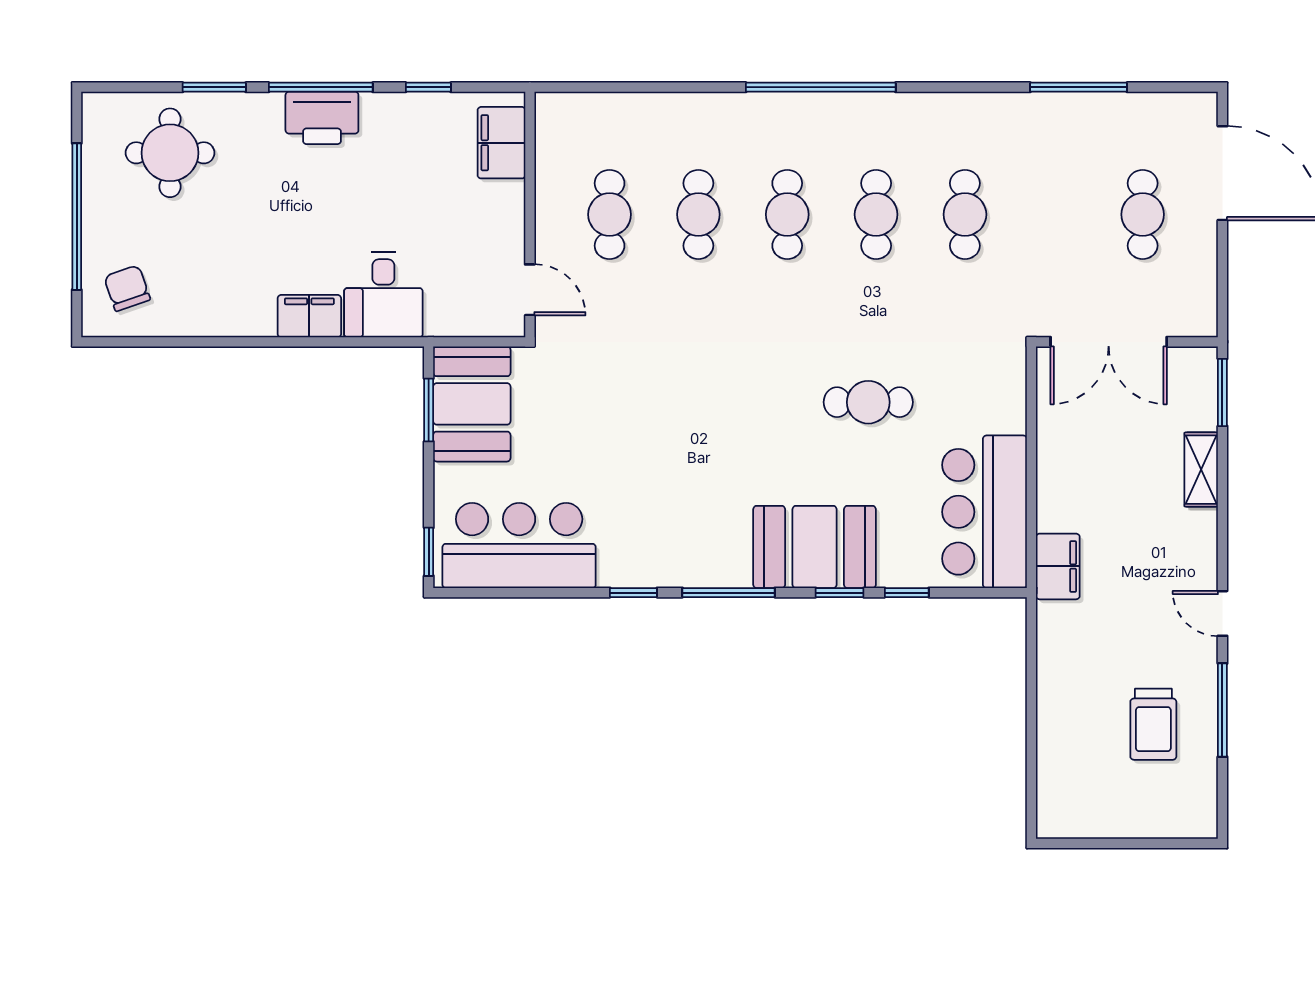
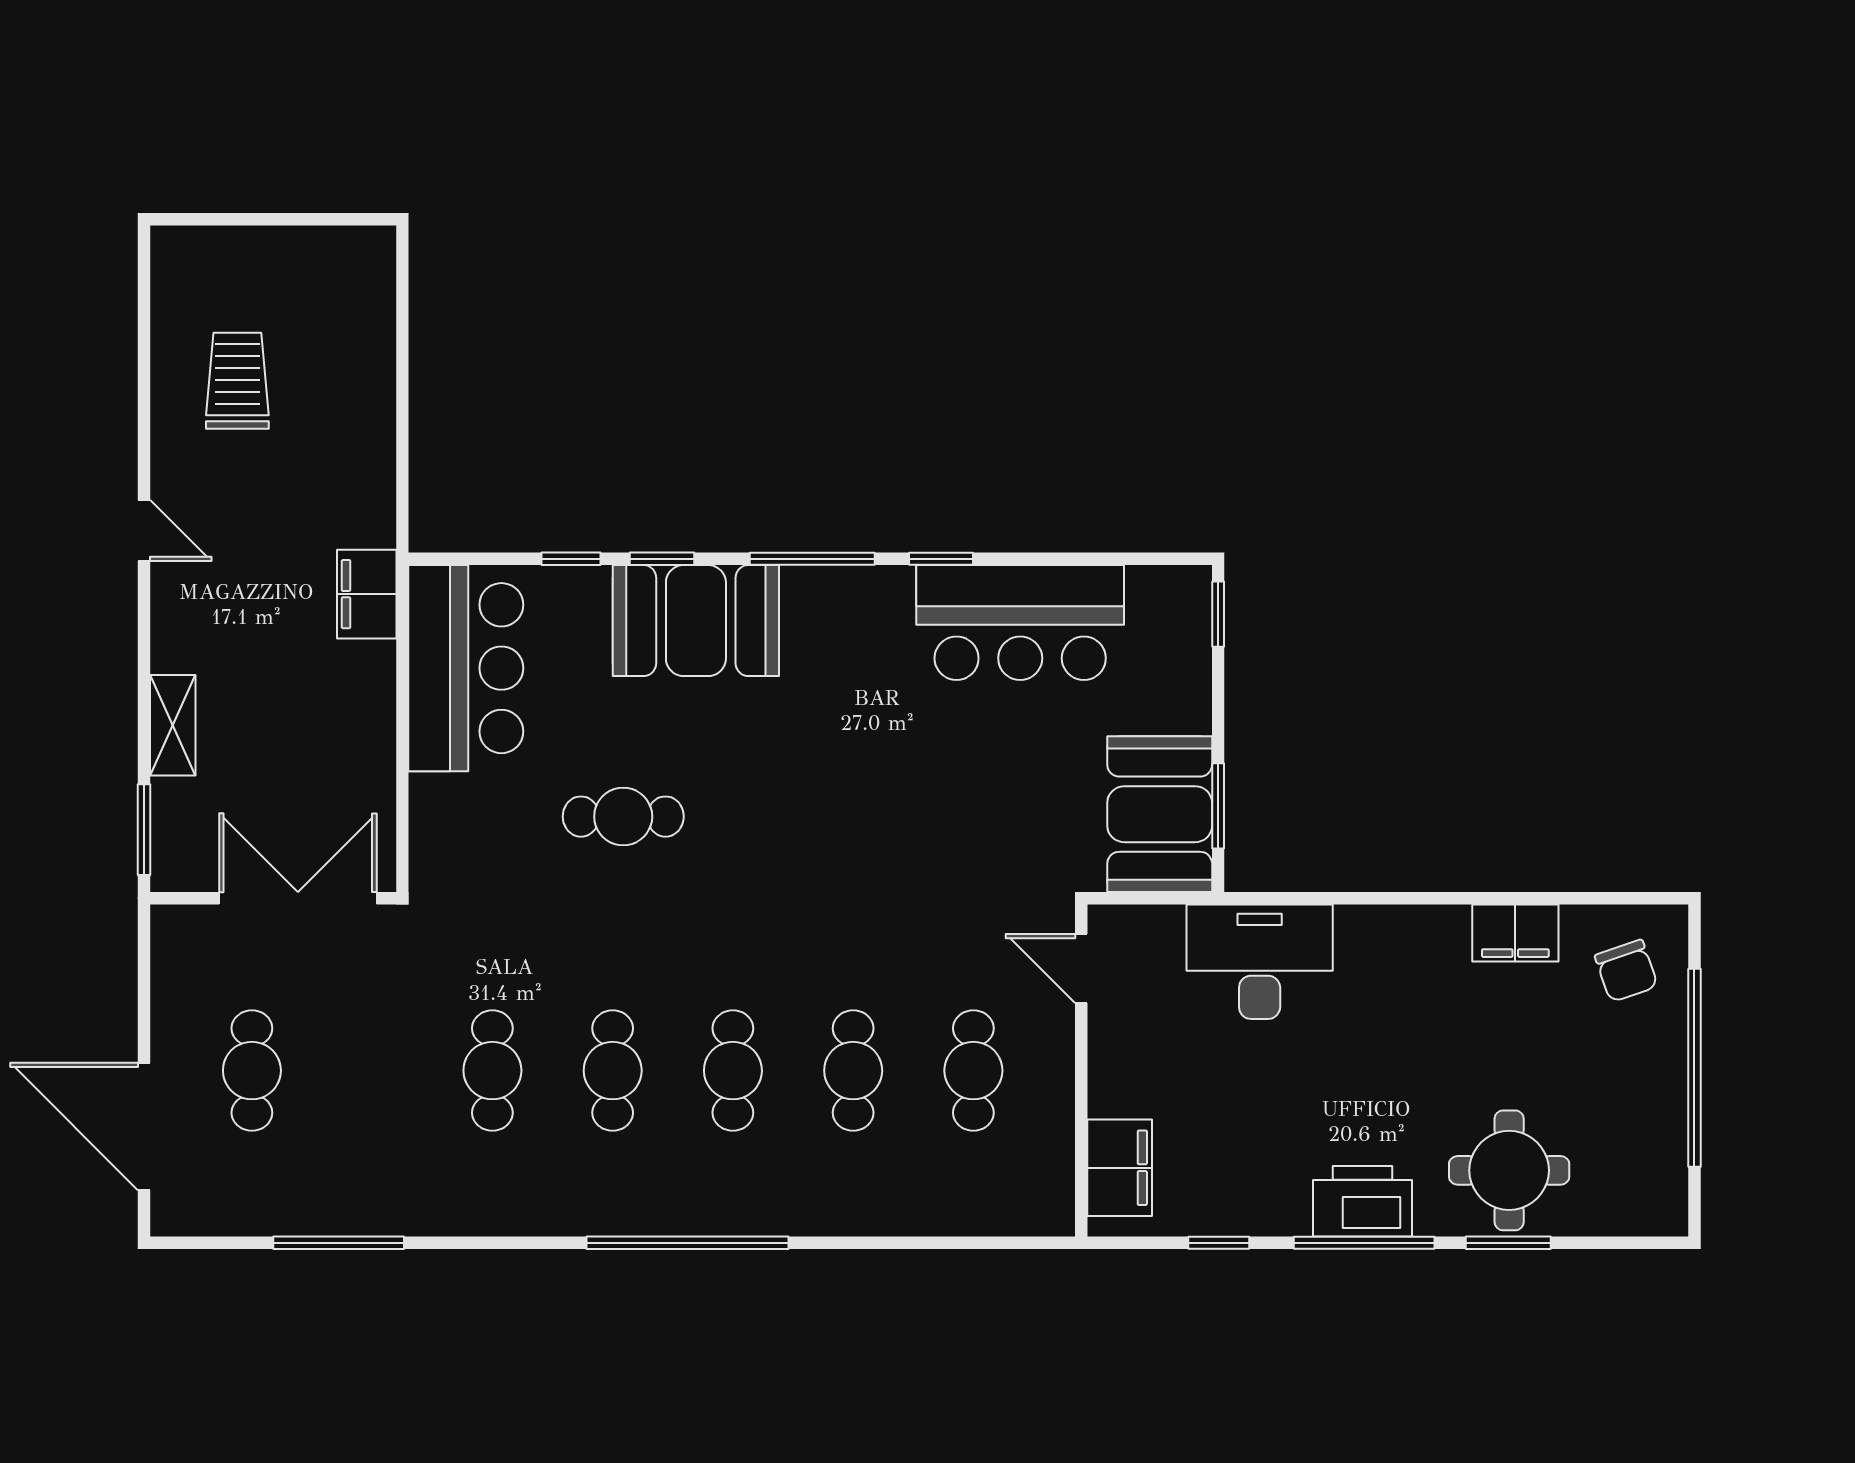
round table: (170, 153) -> (1509, 1170), moved
desk: (383, 295) -> (1260, 962), width x1.37
filing cabinet: (309, 316) -> (1515, 933), moved
bar counter: (519, 546) -> (1020, 623), moved
window: (1222, 710) -> (144, 400), removed

